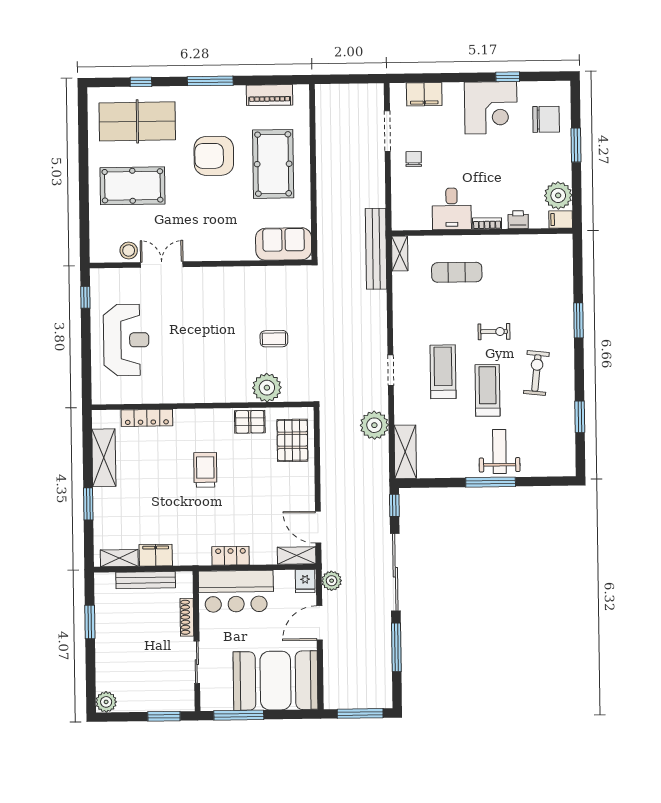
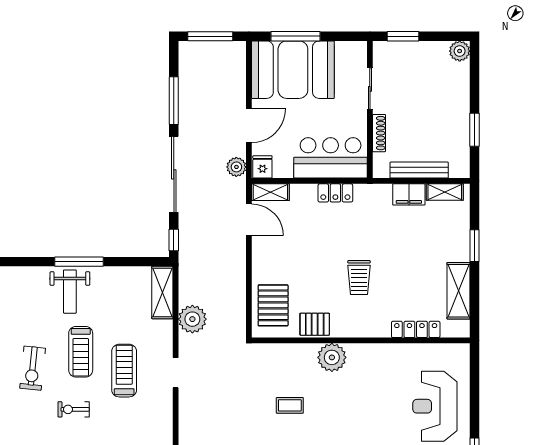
treadmill: (443, 372) -> (124, 371), turned 180
plant: (267, 388) -> (332, 357), moved
window: (239, 715) -> (296, 36), moved

